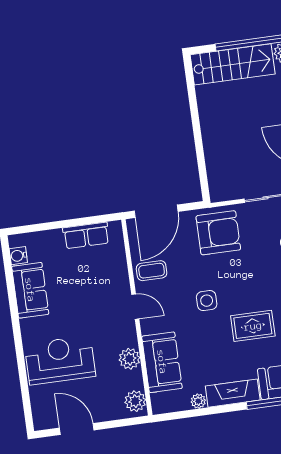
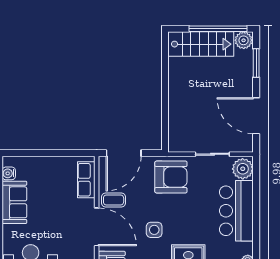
row of seats: (86, 235) -> (86, 180), moved, turned 90
door: (135, 307) -> (97, 227), width x1.87

